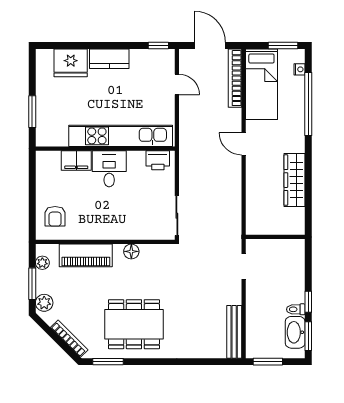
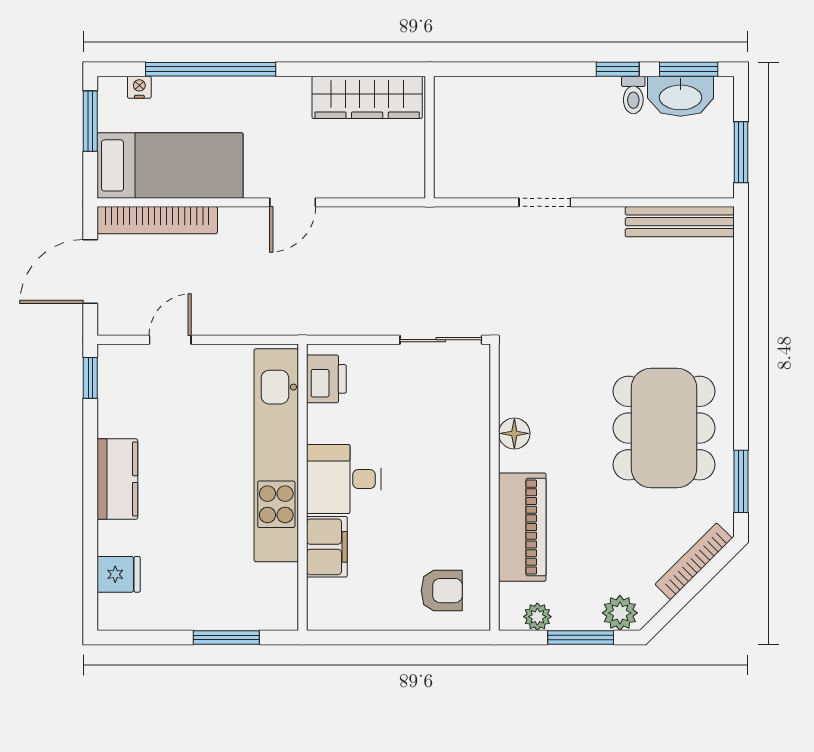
fridge: (71, 63) -> (119, 574), width x0.53, depth x0.75
wall: (275, 237) -> (429, 137), moved

